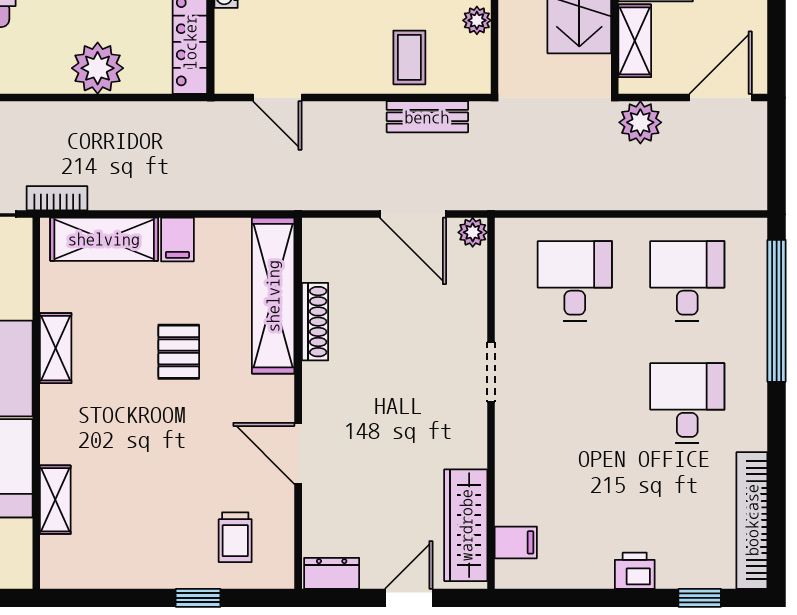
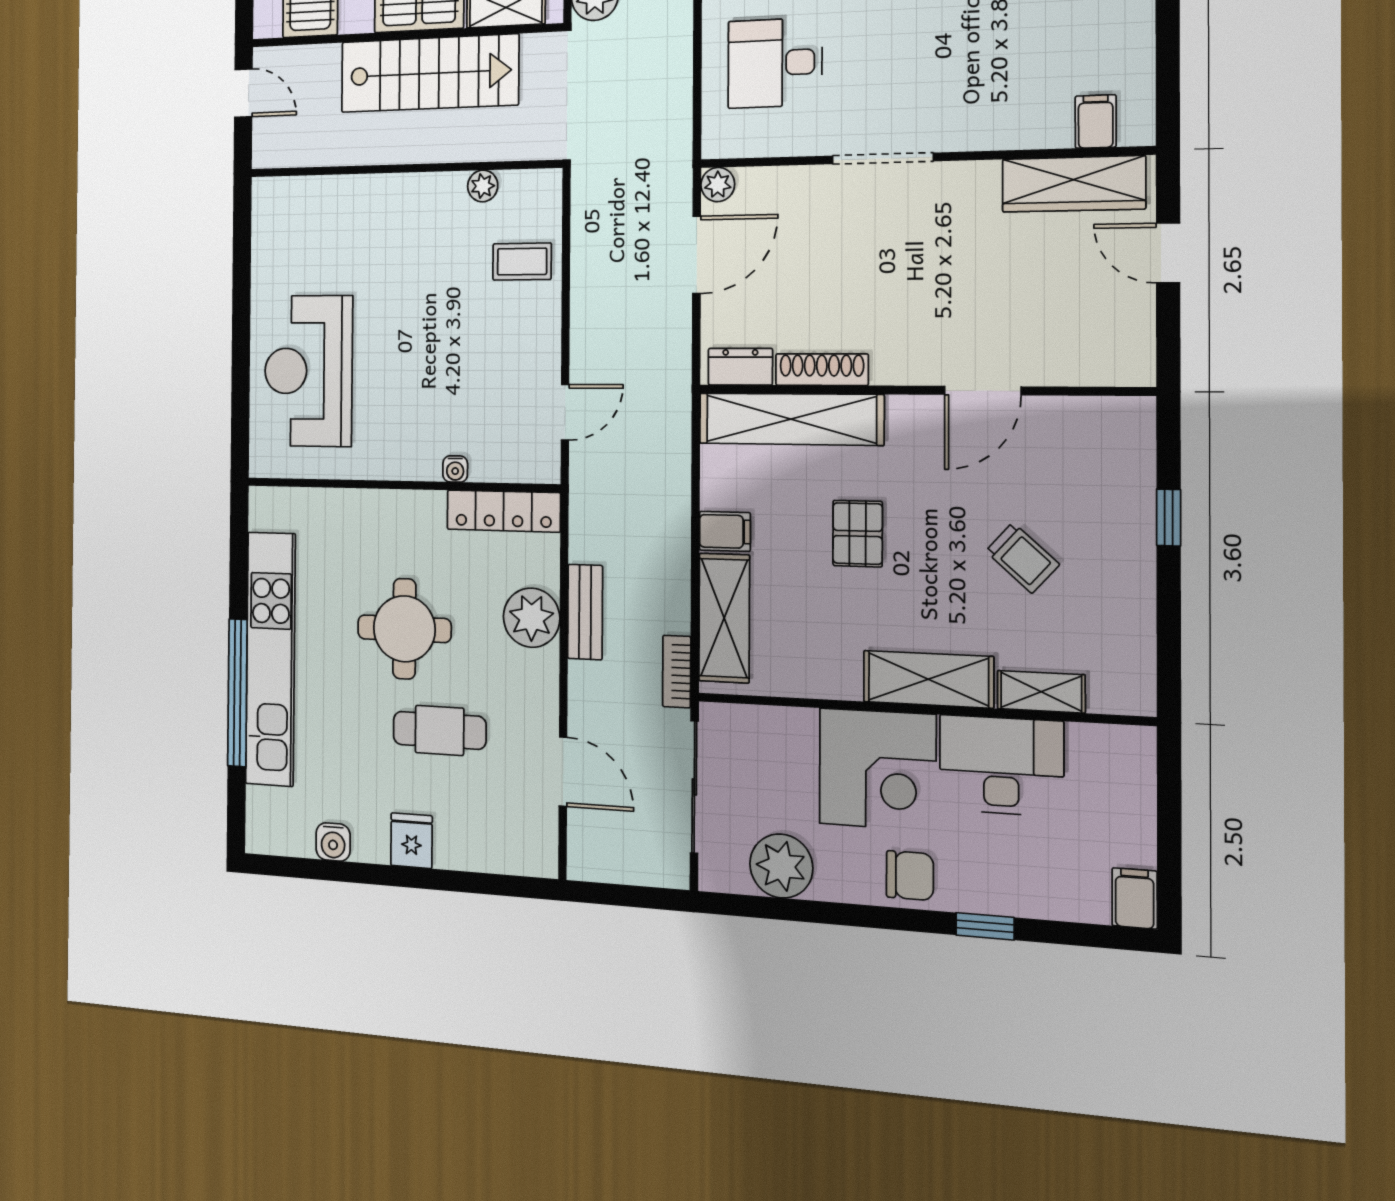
bench: (427, 117) -> (585, 612), moved
shelving: (56, 348) -> (928, 679), moved, width x1.50, depth x1.33
pallet: (179, 352) -> (858, 534), turned 90
doorway: (491, 372) -> (883, 158), width x1.38
trolley: (235, 537) -> (1022, 558), moved, turned 42
dresser: (332, 573) -> (740, 367), moved, turned 90

